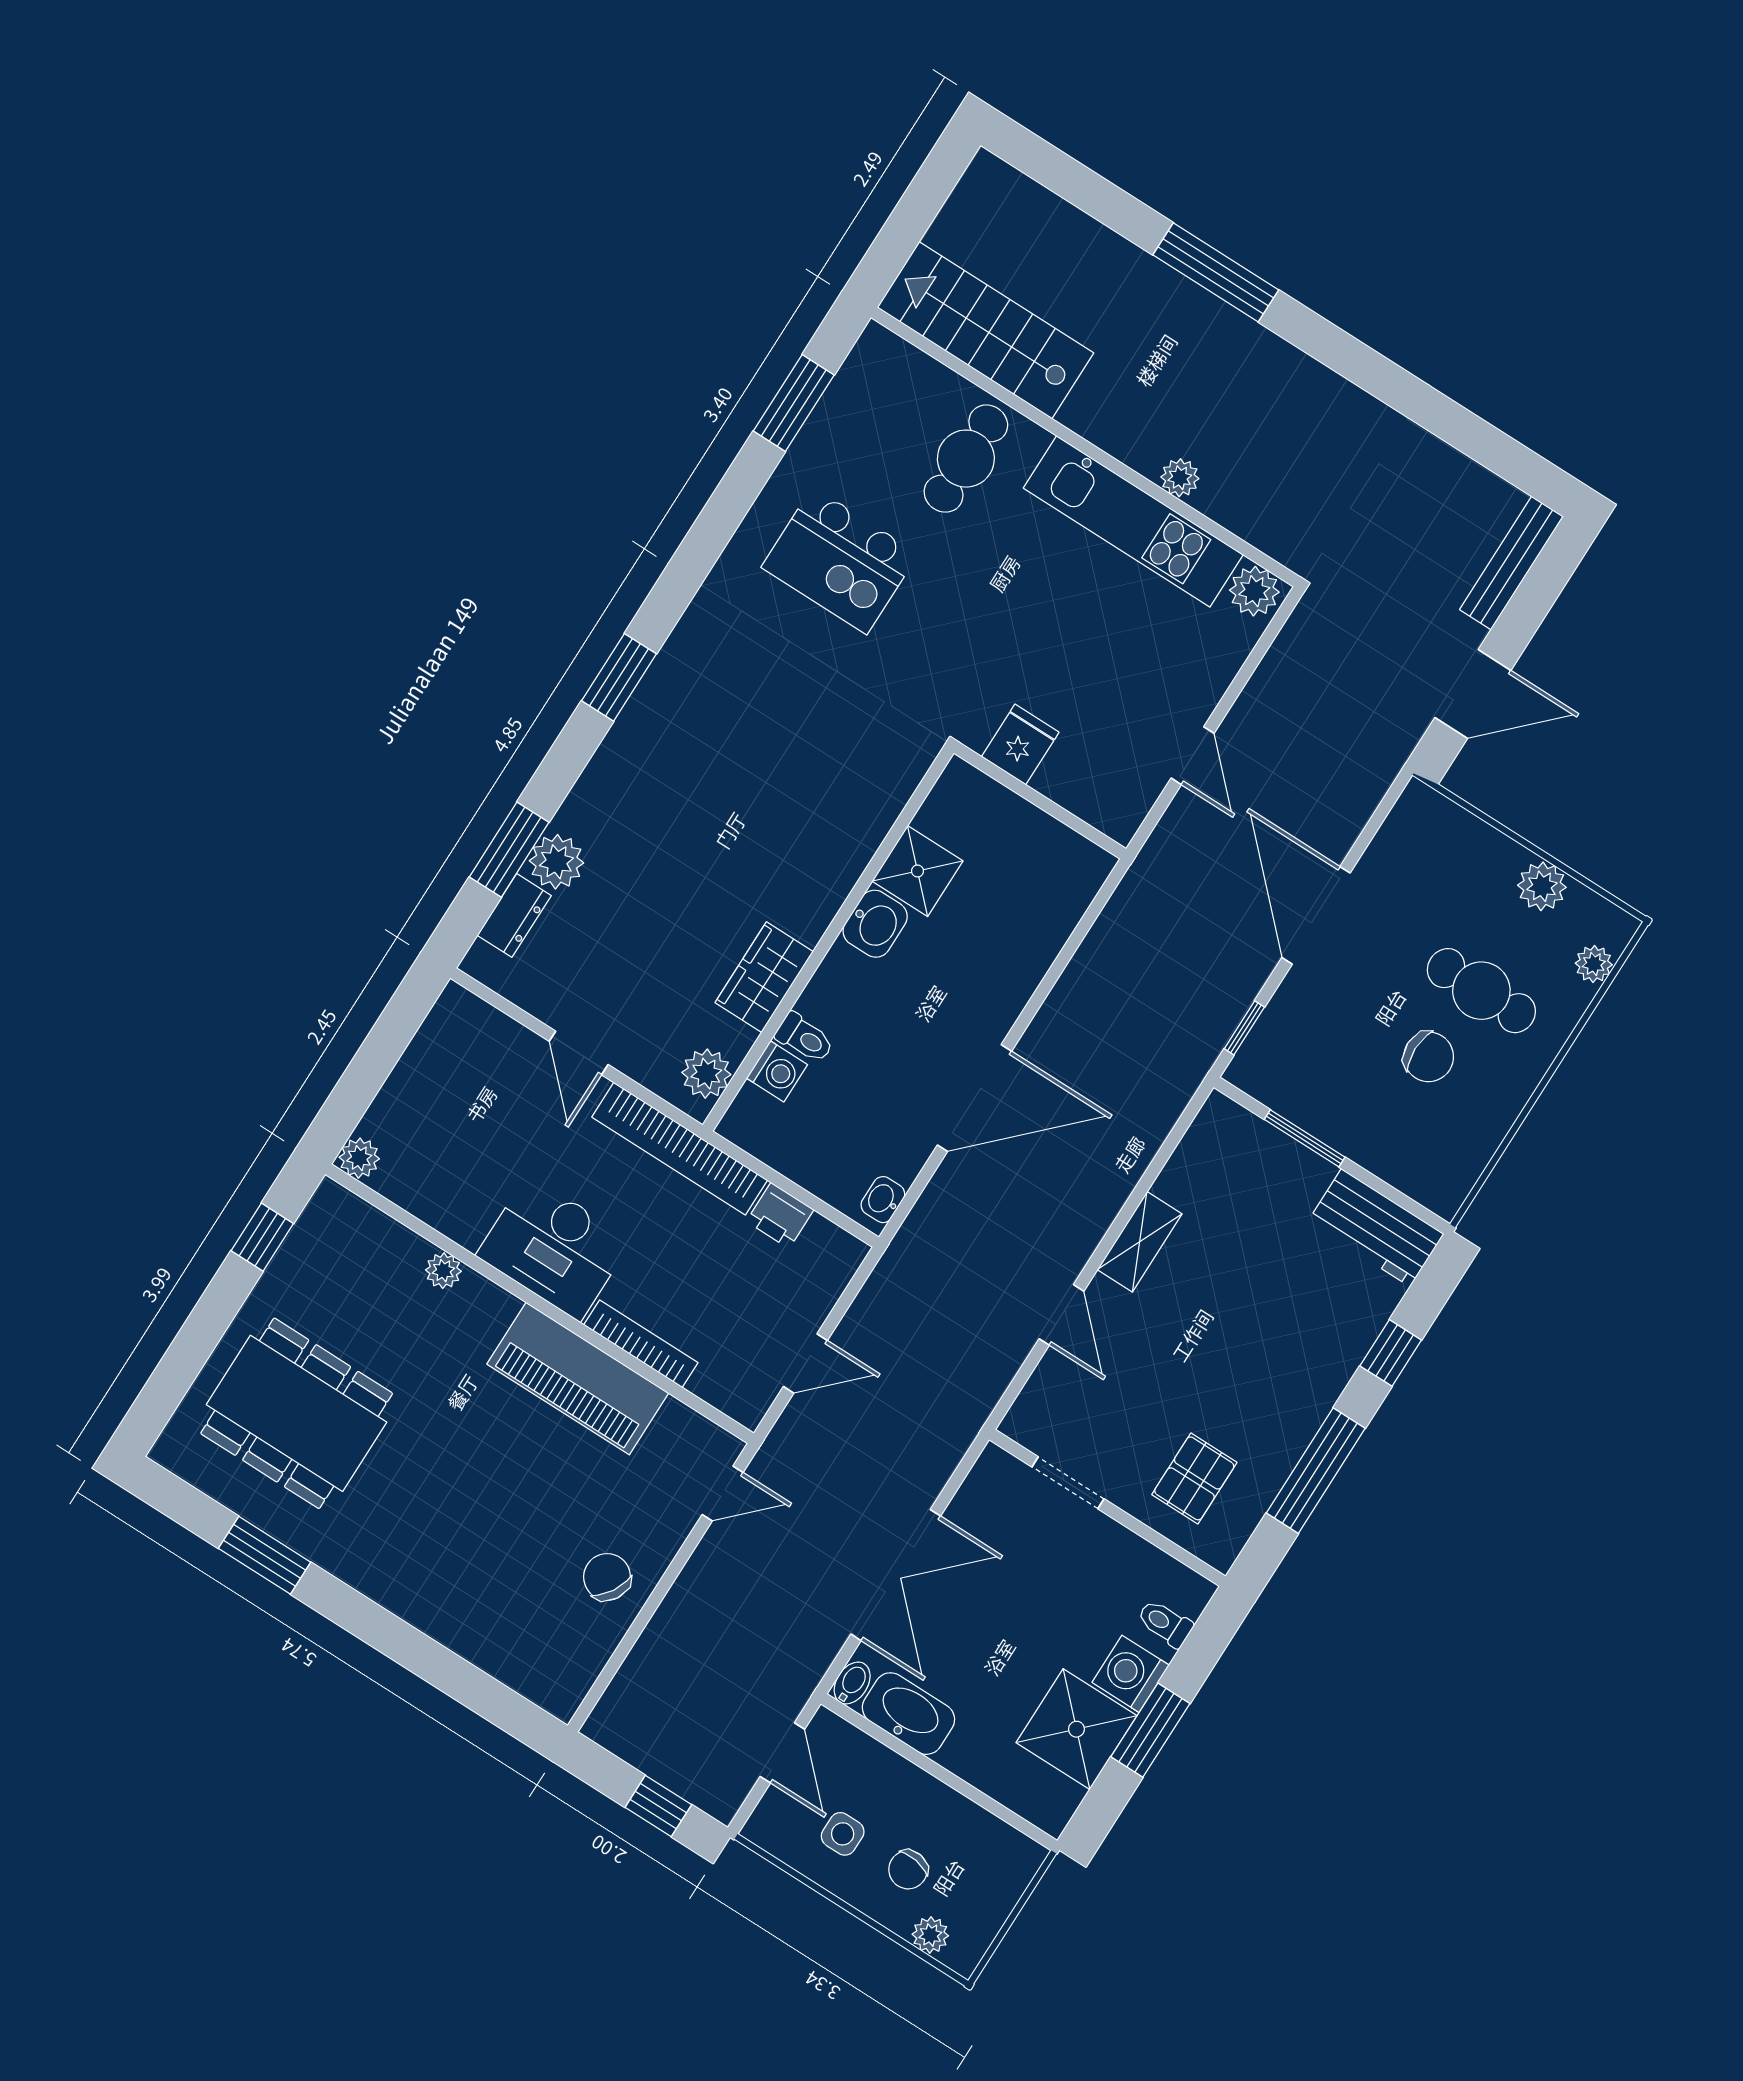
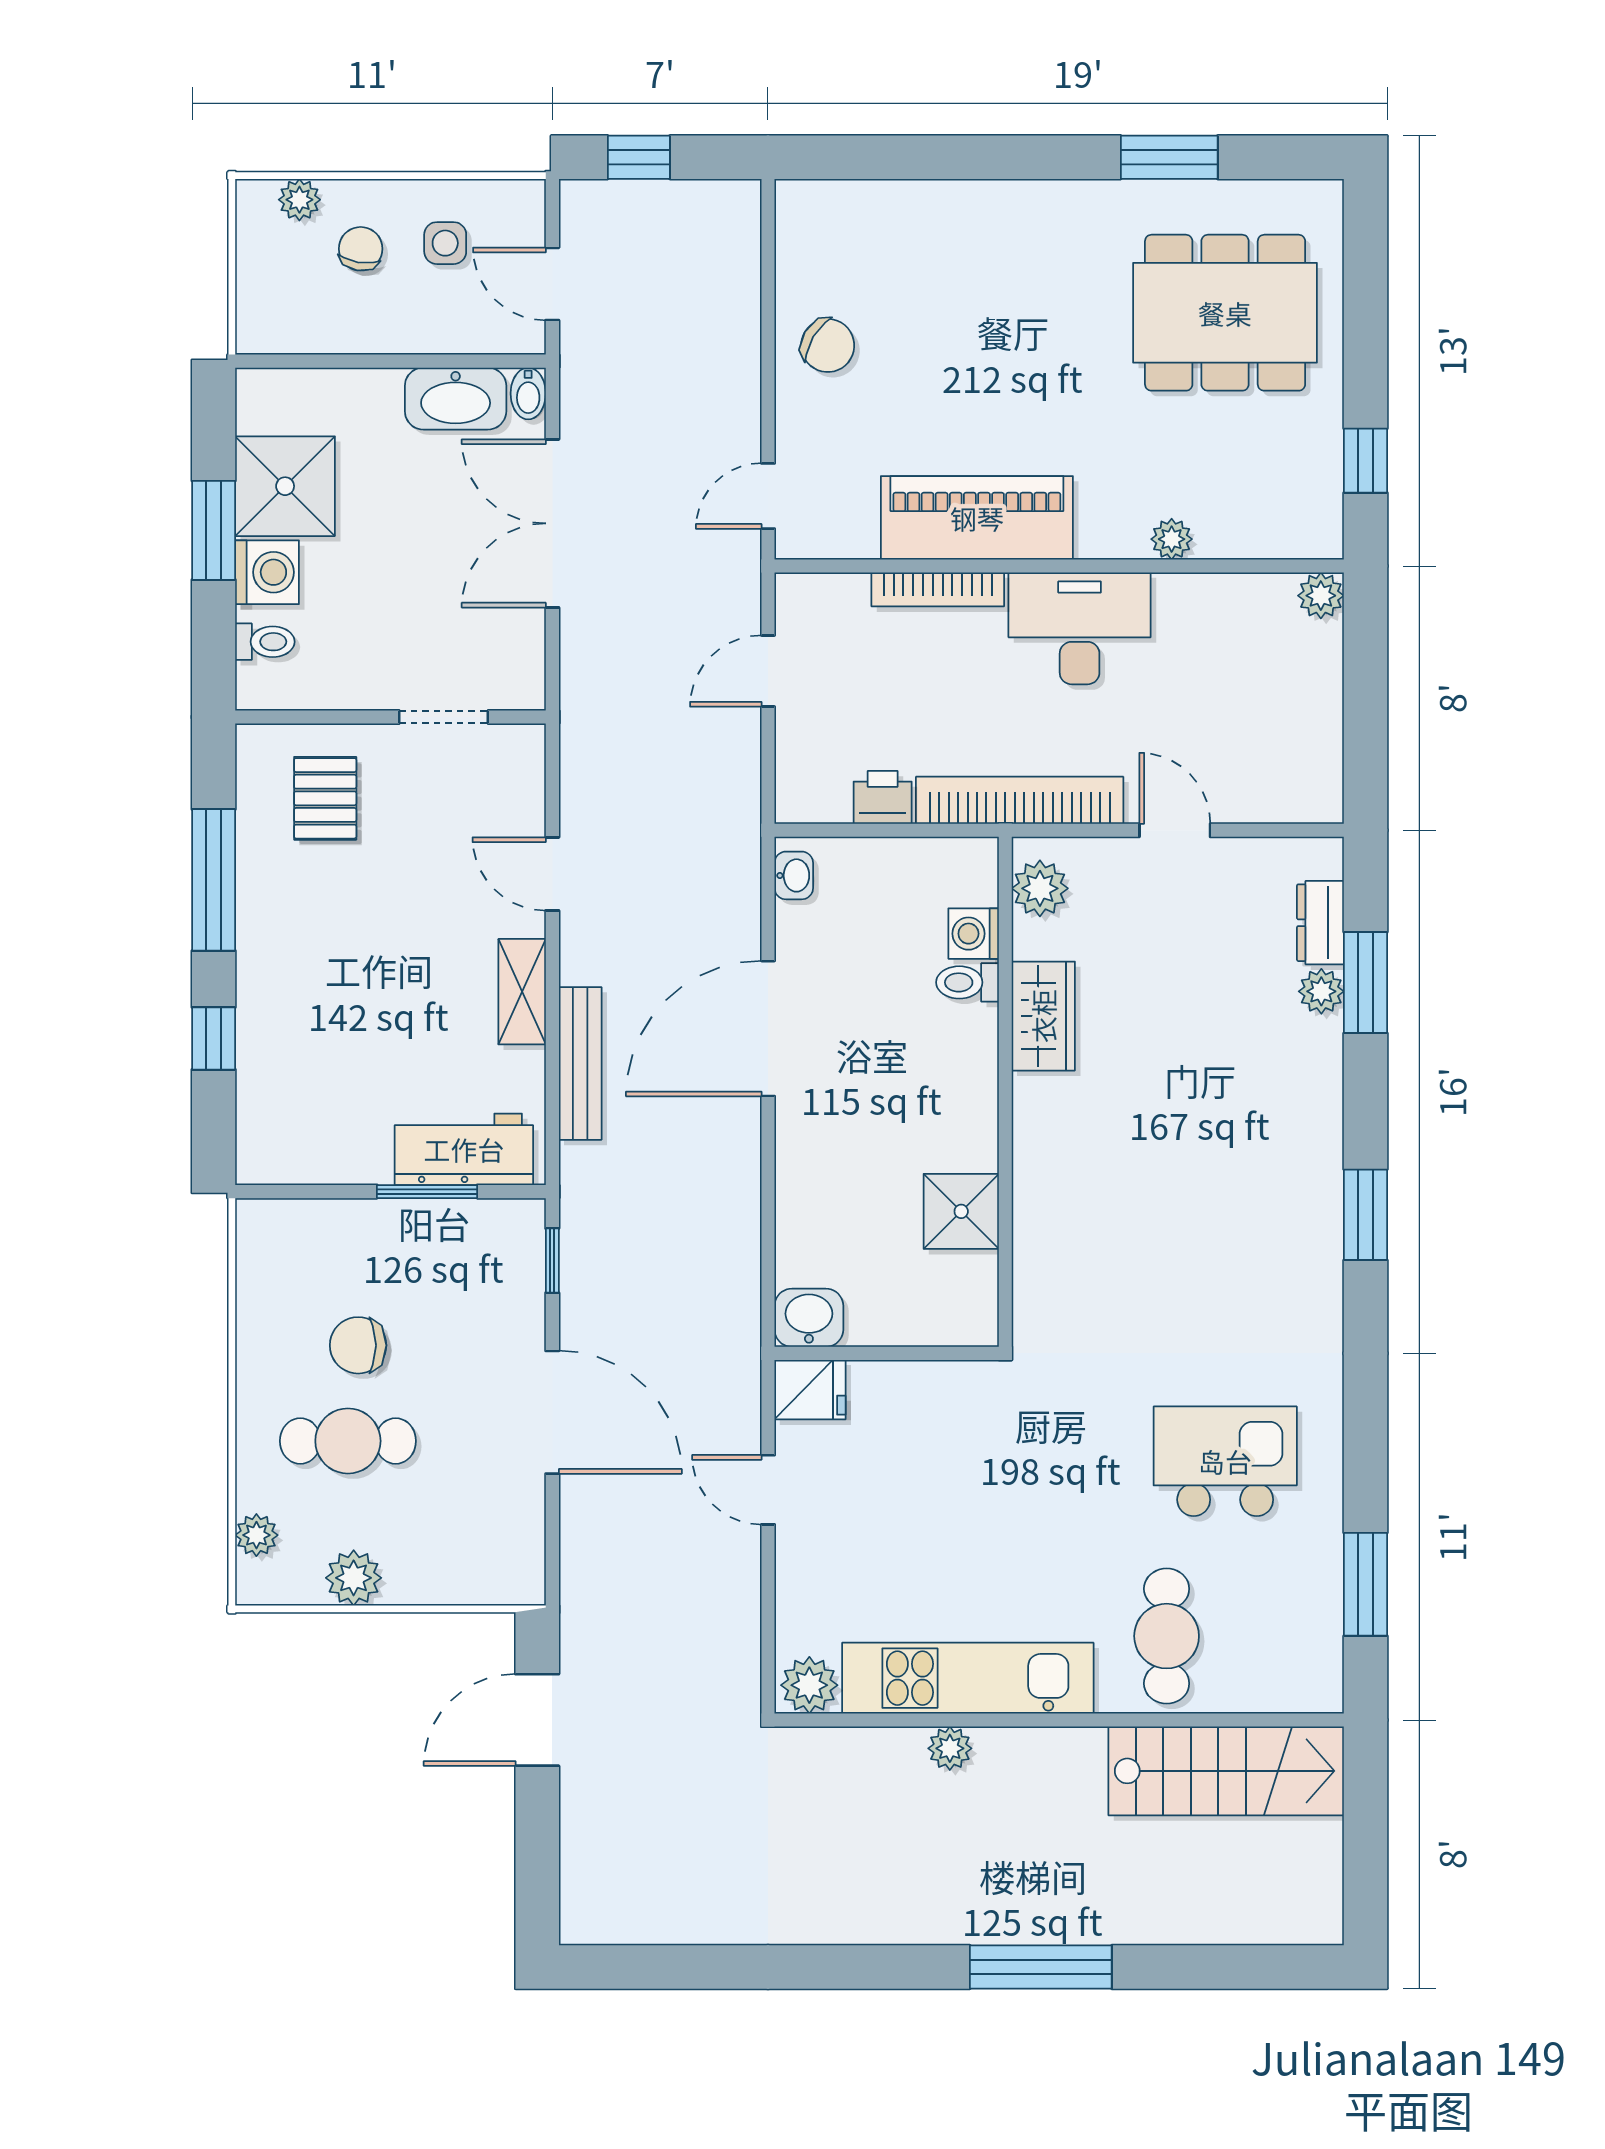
bench: (1511, 563) -> (580, 1063), moved
fridge: (1020, 744) -> (810, 1390), moved, turned -90
plant: (556, 862) -> (1321, 991), width x0.73, depth x0.73
washbasin: (875, 924) -> (809, 1318), moved, turned 90
workbench: (1376, 1228) -> (464, 1149), moved

